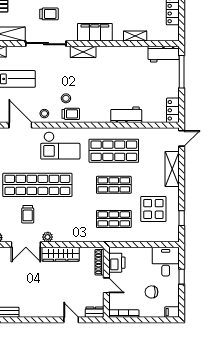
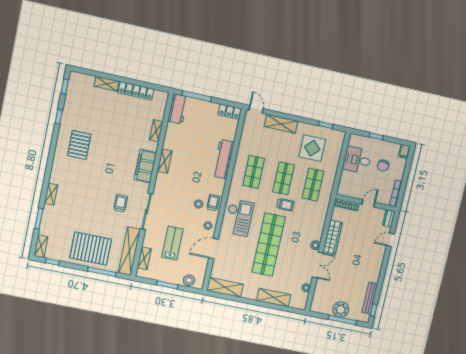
shelving: (83, 52) -> (165, 161), moved
workbench: (126, 115) -> (223, 159), width x1.38
shop shelf: (114, 151) -> (254, 172), width x0.70, depth x0.74
trolley: (28, 214) -> (285, 205), moved
desk: (166, 262) -> (357, 160), moved
printer: (117, 263) -> (351, 190), removed

